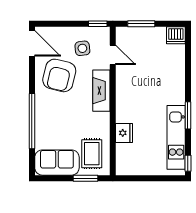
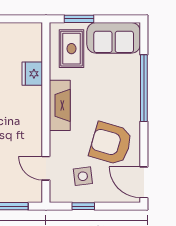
window: (98, 24) -> (83, 206), moved
armchair: (59, 75) -> (111, 143), turned -88
fireplace: (101, 91) -> (60, 105), moved

